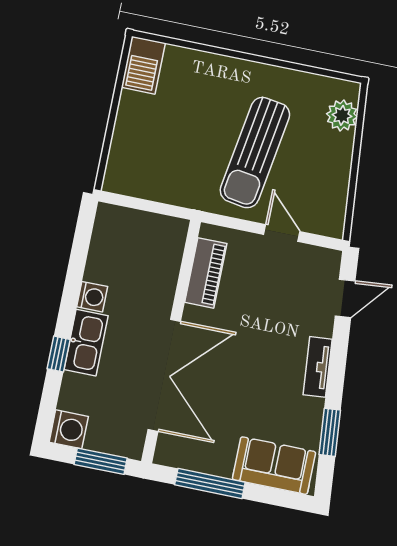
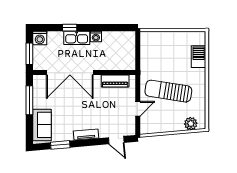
barbecue: (143, 65) -> (199, 57), moved, turned 90

